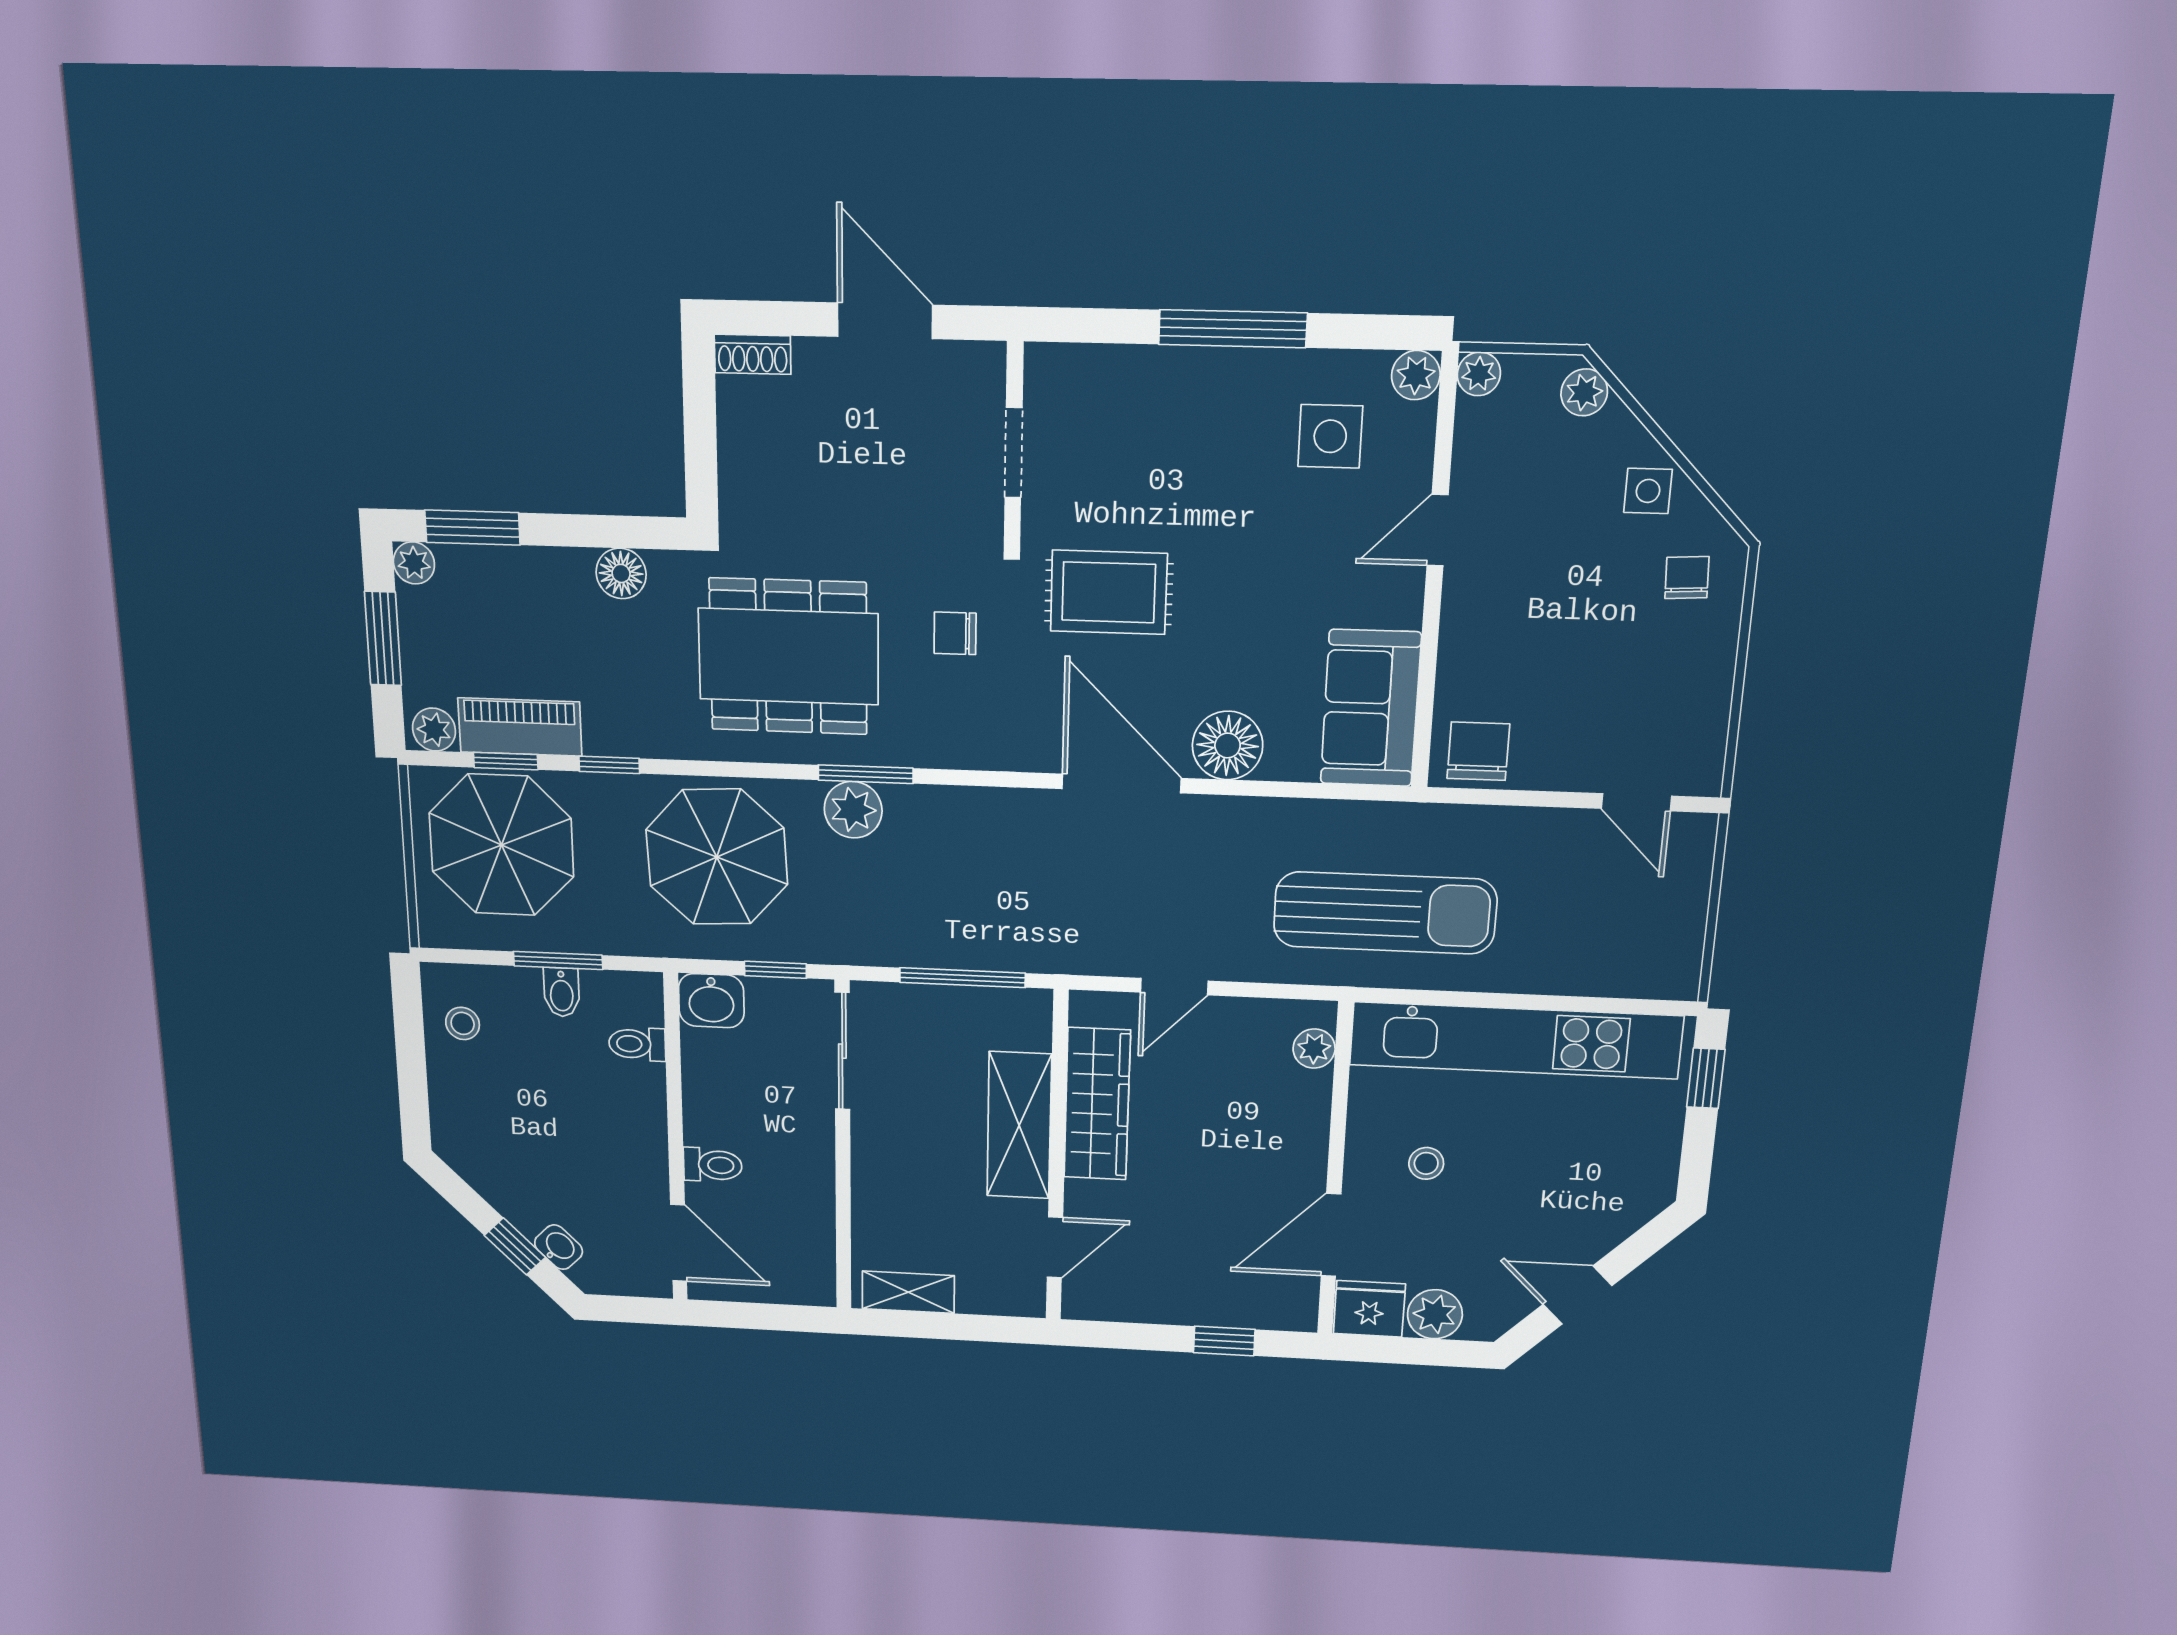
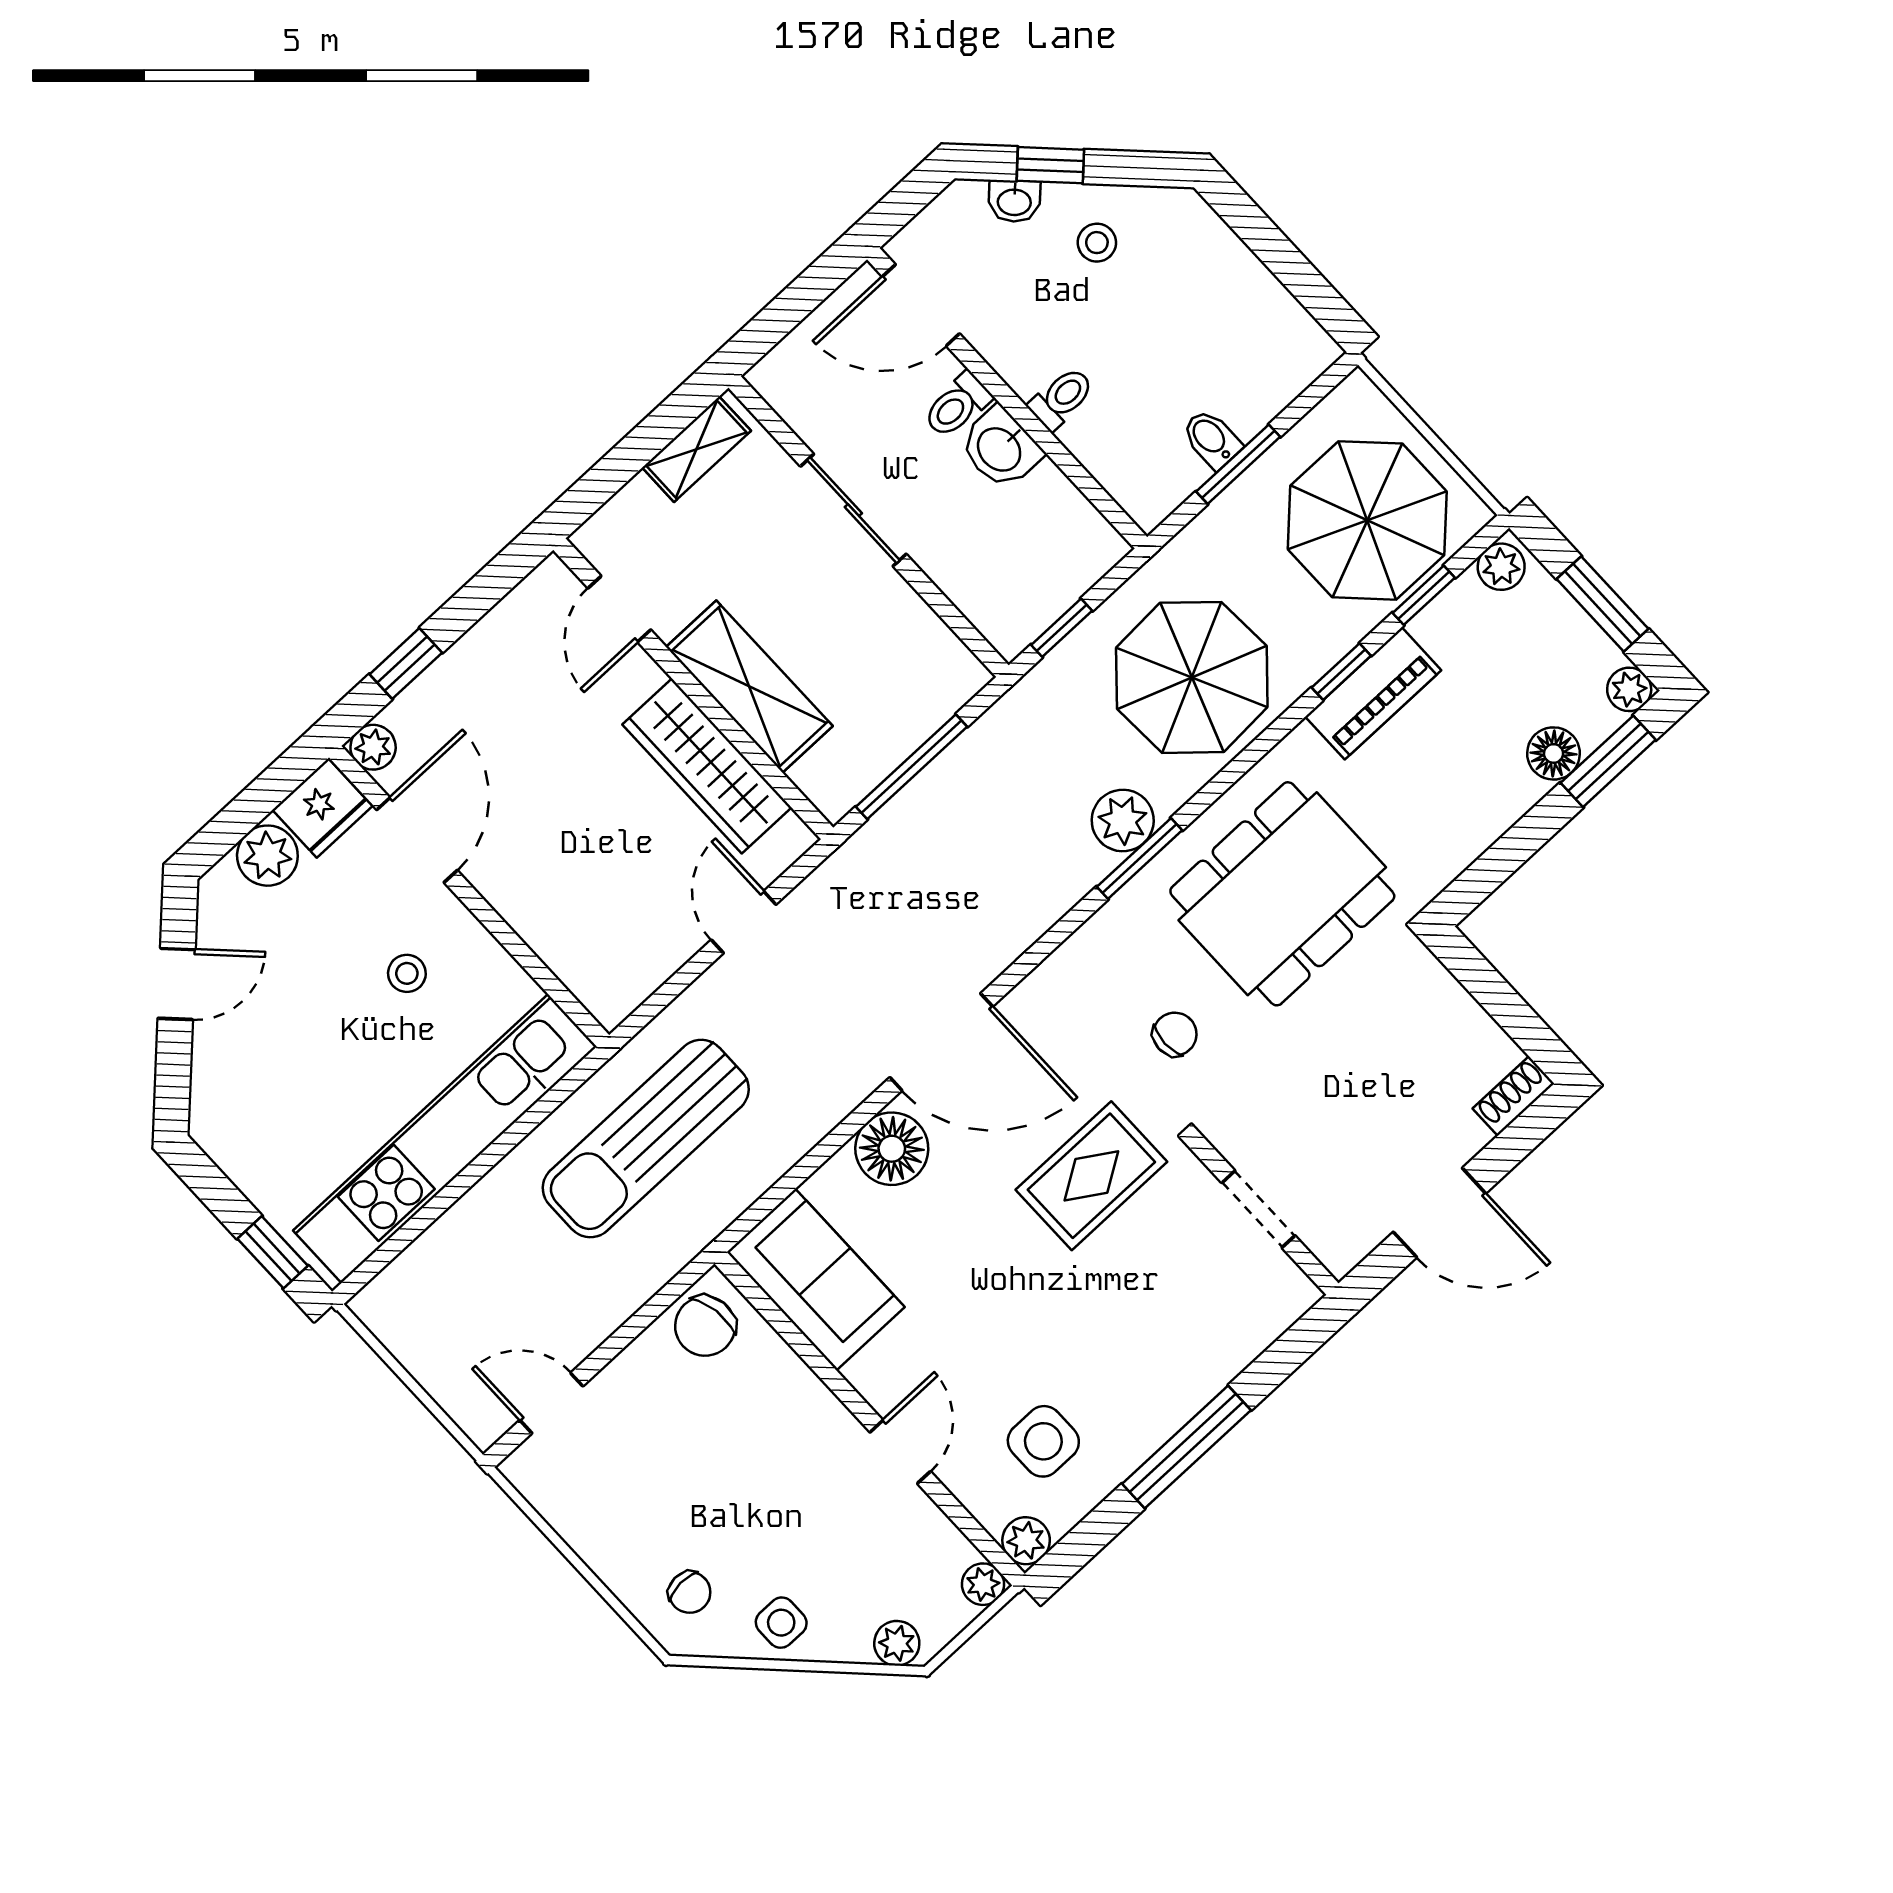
floor lamp: (621, 573) -> (1554, 753), moved
piano: (520, 727) -> (1373, 693), moved
chair: (1478, 751) -> (705, 1326), turned 81
washbasin: (711, 1001) -> (1000, 448), moved, turned -90
stool: (463, 1023) -> (1097, 243), moved
toilet: (637, 1044) -> (1061, 398), moved
plant: (1314, 1049) -> (373, 747), moved
sliding door: (842, 1051) -> (853, 510), moved

